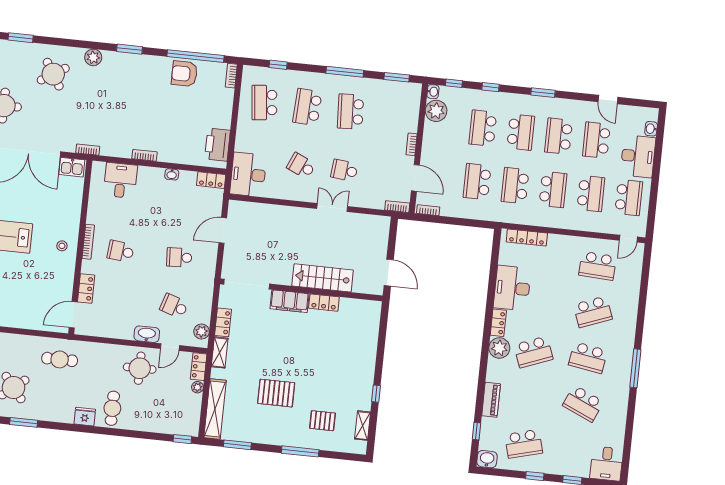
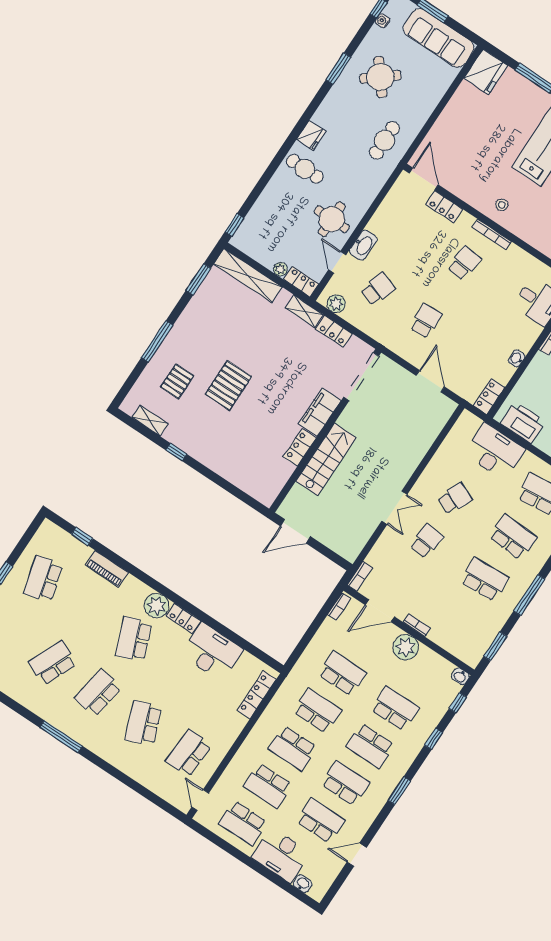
plant: (436, 111) -> (406, 647), moved
desk: (248, 175) -> (495, 451), moved
pallet: (276, 393) -> (228, 385), moved
washbasin: (487, 459) -> (47, 532), removed

